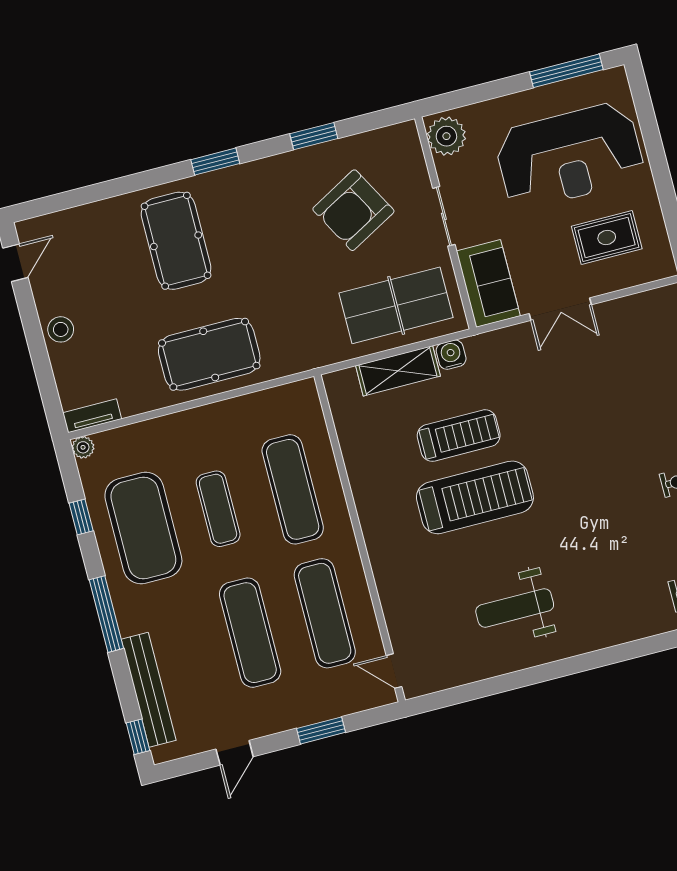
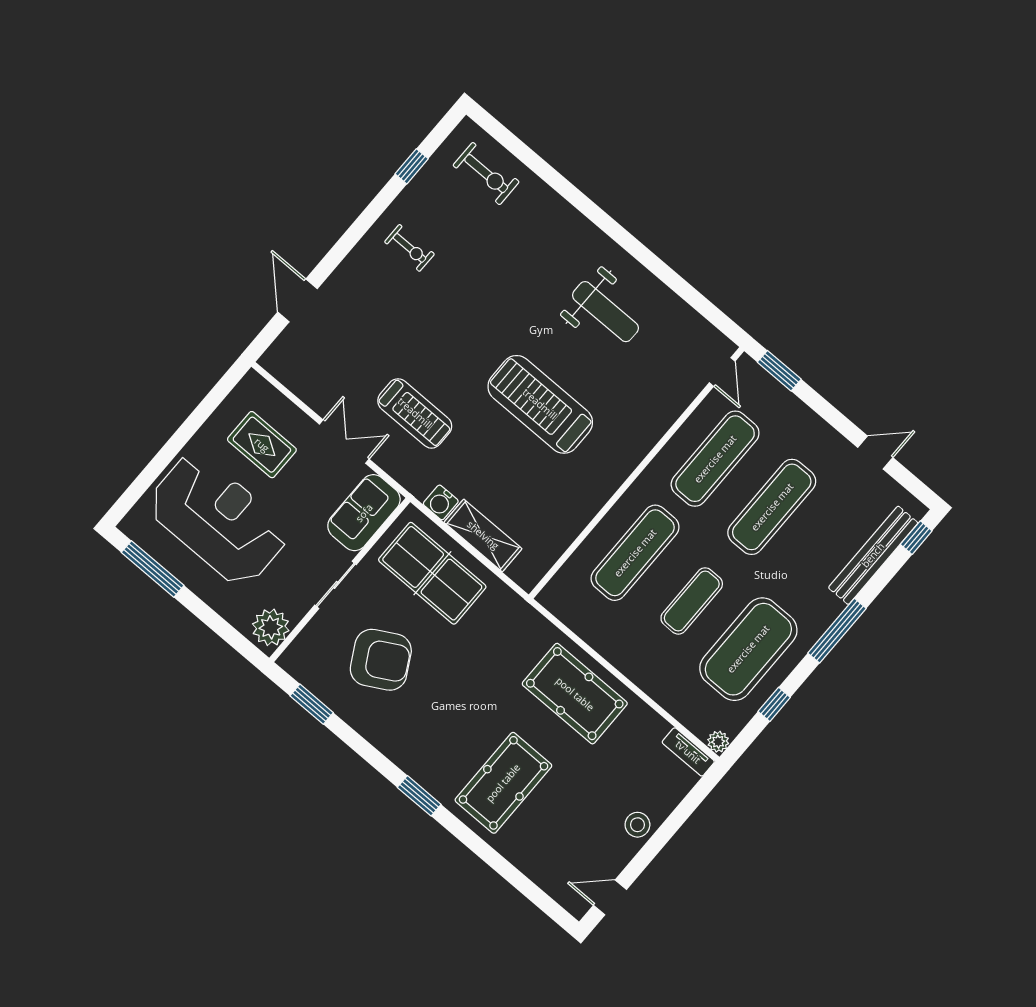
window: (314, 136) -> (312, 704), moved
treadmill: (459, 436) -> (415, 413), moved, turned 180
window: (321, 730) -> (779, 371), moved

